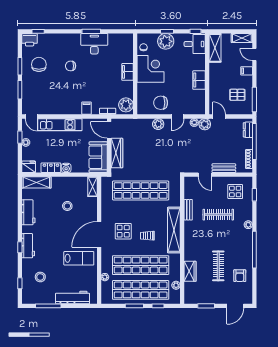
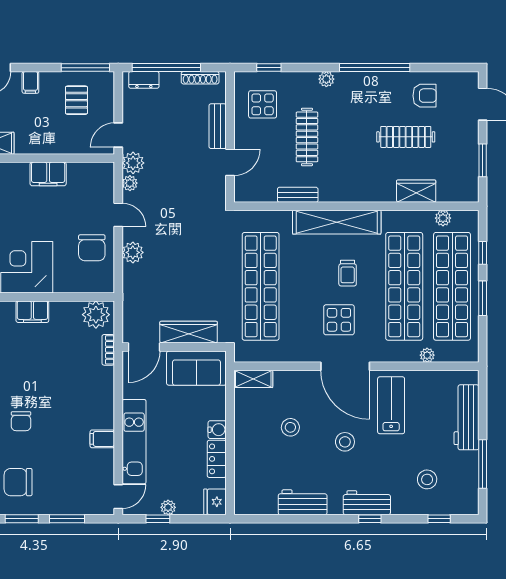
filing cabinet: (86, 108) -> (102, 439), moved
shelving: (36, 182) -> (245, 487), removed
stool: (60, 234) -> (345, 442), added

